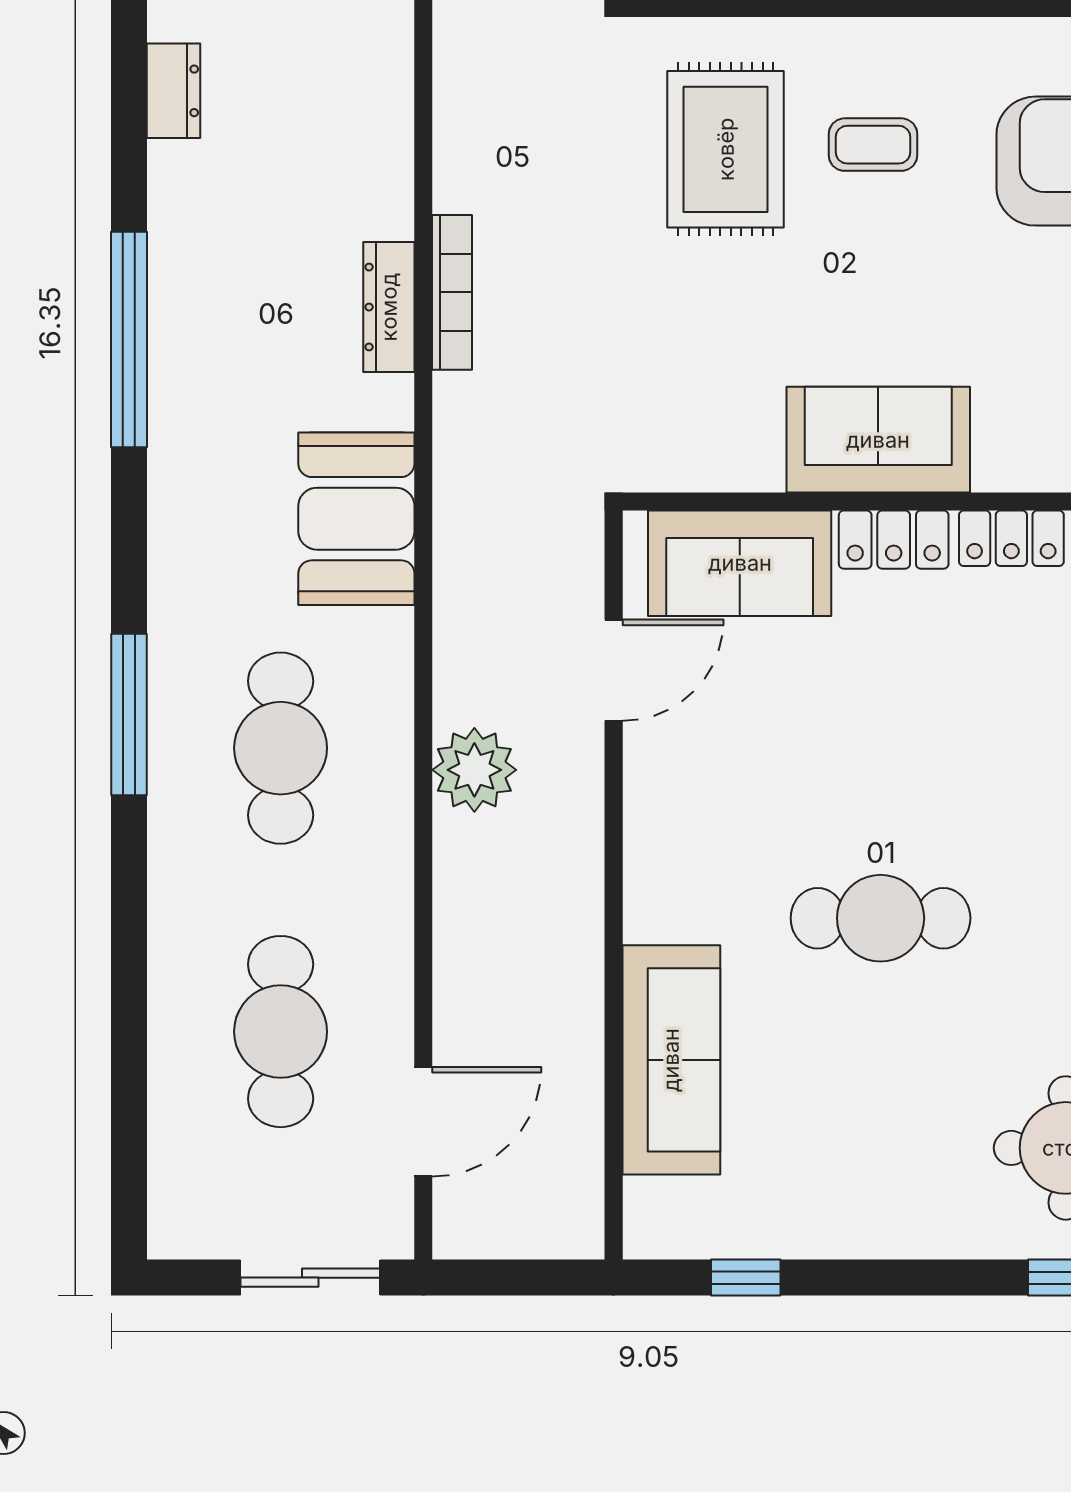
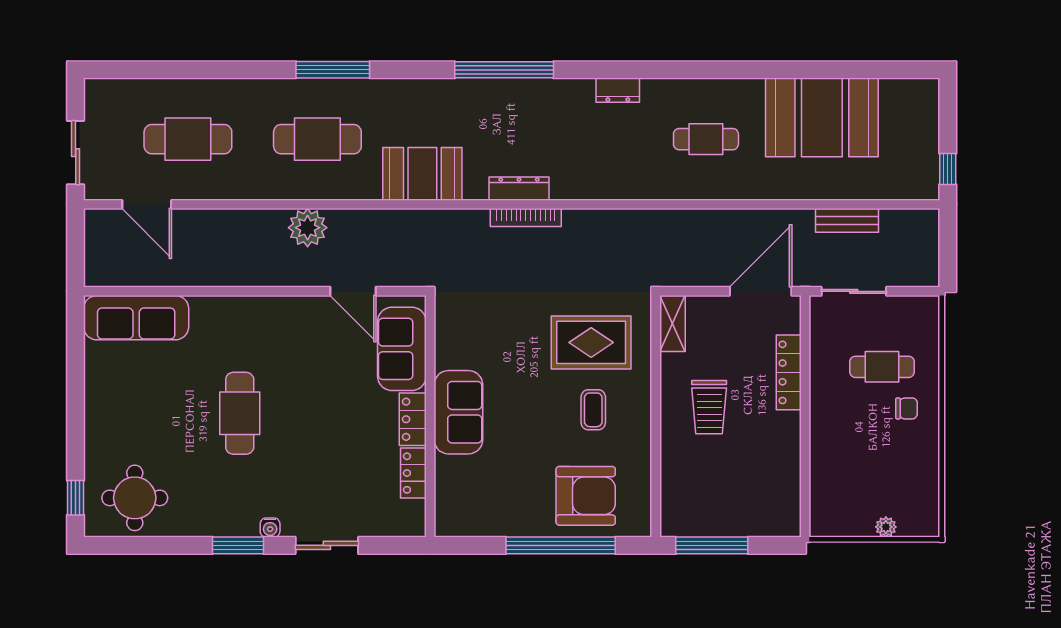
sofa: (671, 1060) -> (136, 318), moved
window: (746, 1278) -> (76, 352), removed

